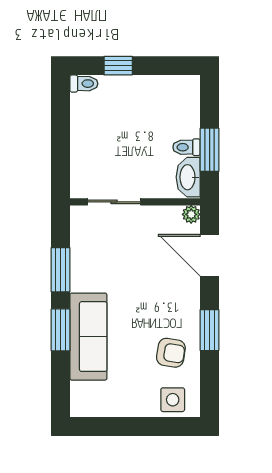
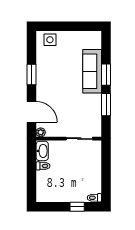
window: (210, 150) -> (32, 165), removed
armchair: (171, 353) -> (51, 63), removed

